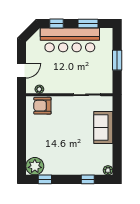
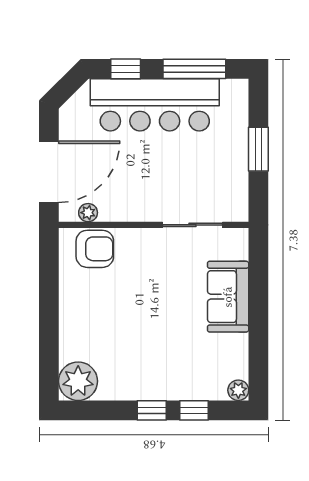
window: (88, 23) -> (194, 69), width x1.44
door: (22, 70) -> (49, 172), width x1.87
armchair: (42, 106) -> (95, 249), turned 180
window: (45, 179) -> (152, 410), moved

